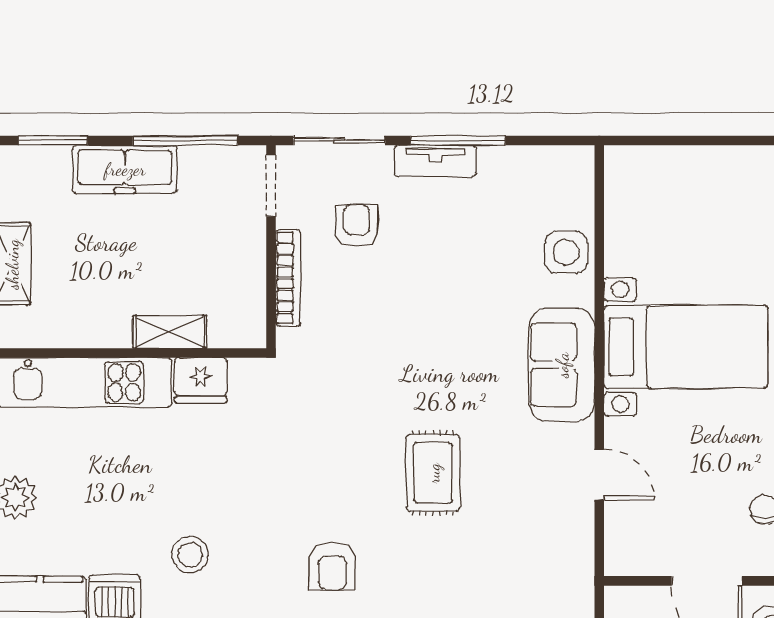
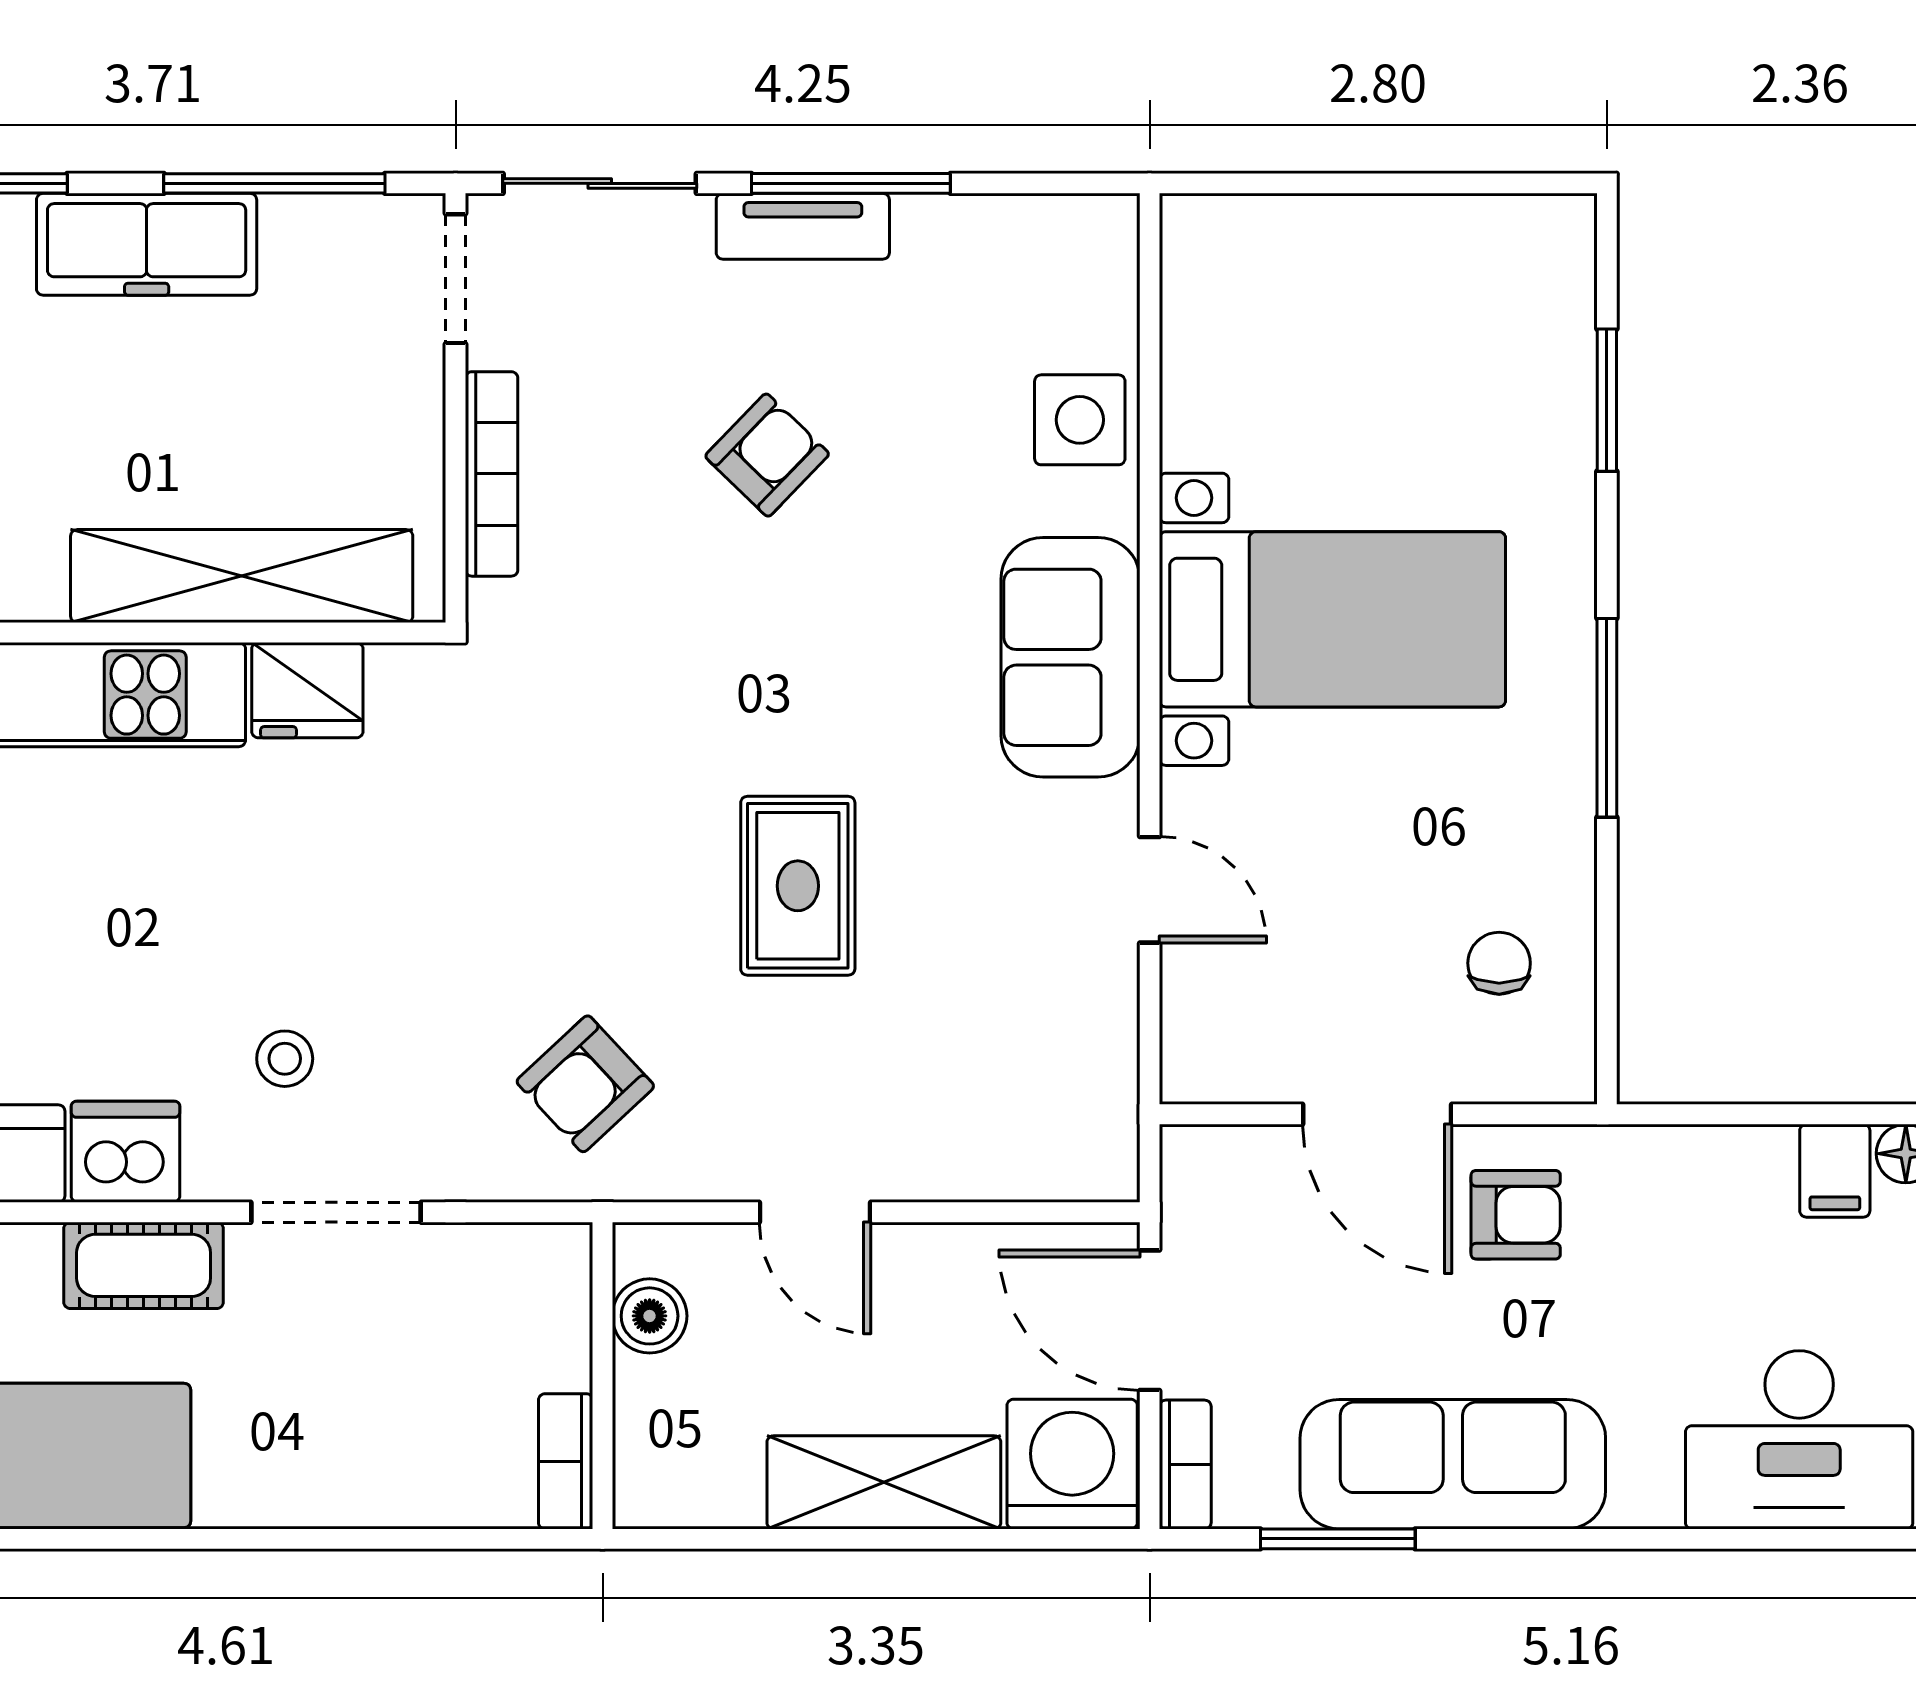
armchair: (357, 226) -> (767, 455), moved, turned 44
shelving: (170, 332) -> (242, 576), width x2.20, depth x1.33
stool: (190, 555) -> (285, 1059), width x0.73, depth x0.73
armchair: (332, 566) -> (585, 1084), turned 47

